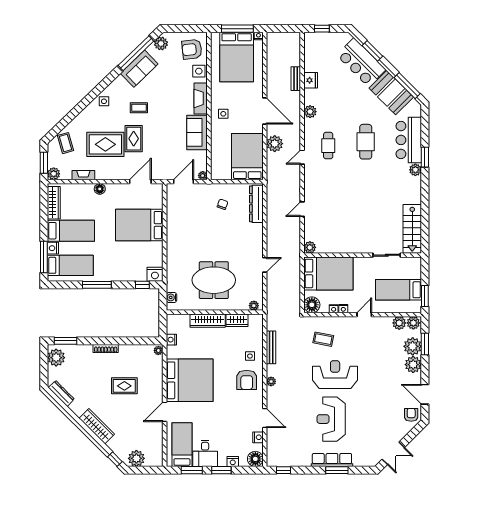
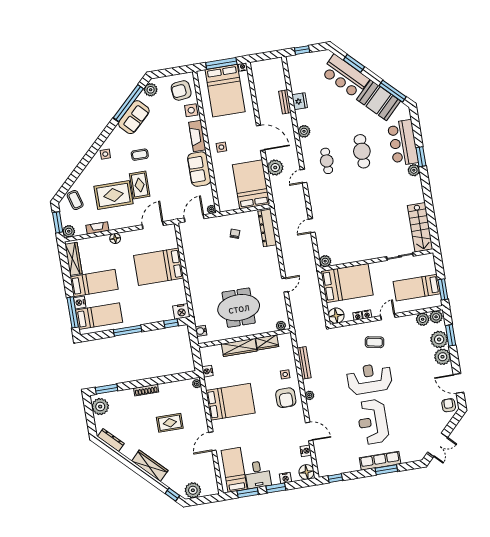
coffee table: (323, 339) -> (374, 342), moved
bed: (190, 380) -> (230, 402), width x0.73

